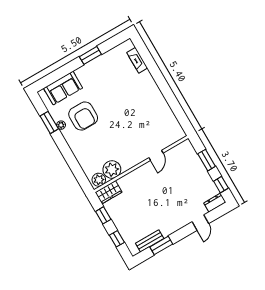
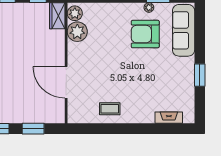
sofa: (63, 88) -> (184, 30), width x1.36
coffee table: (157, 110) -> (110, 109), added
door: (156, 155) -> (66, 82), width x1.87

